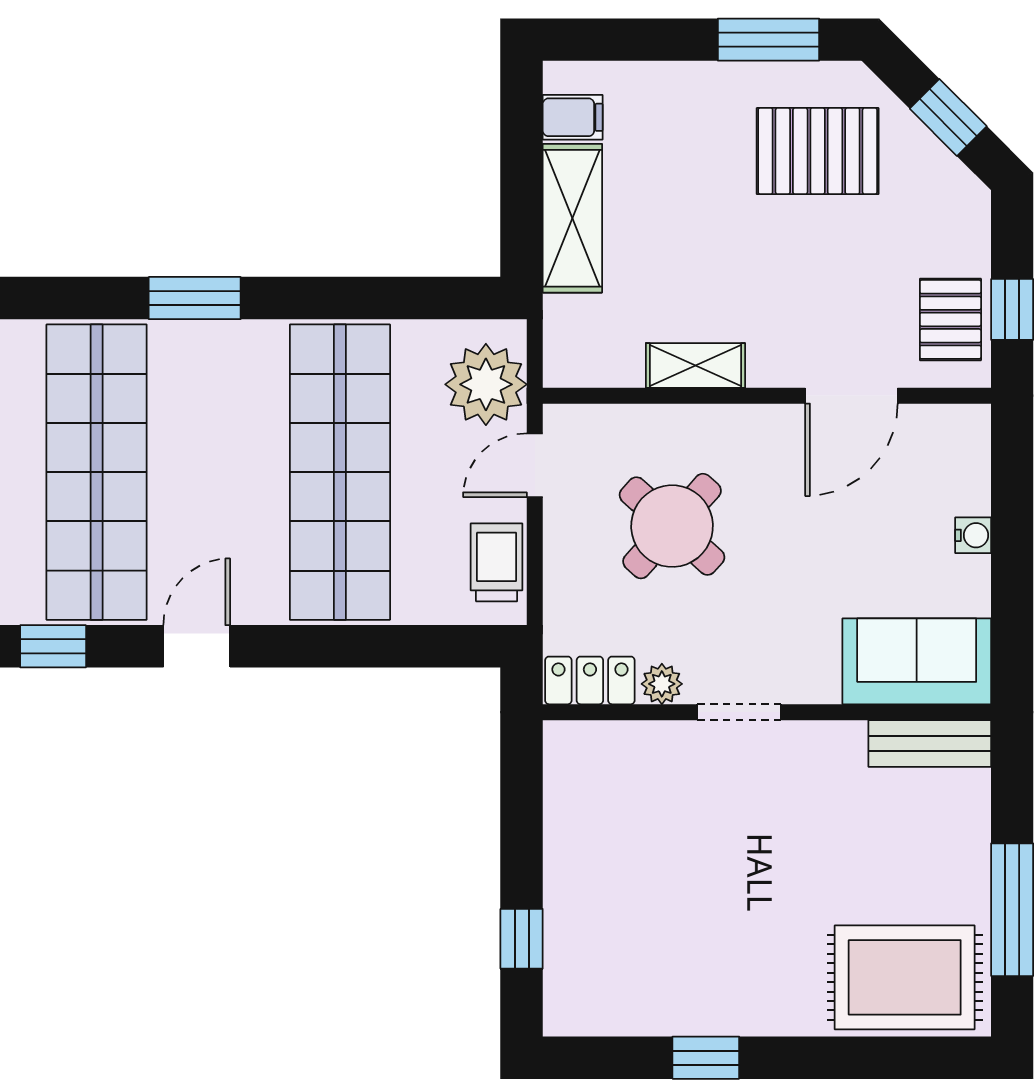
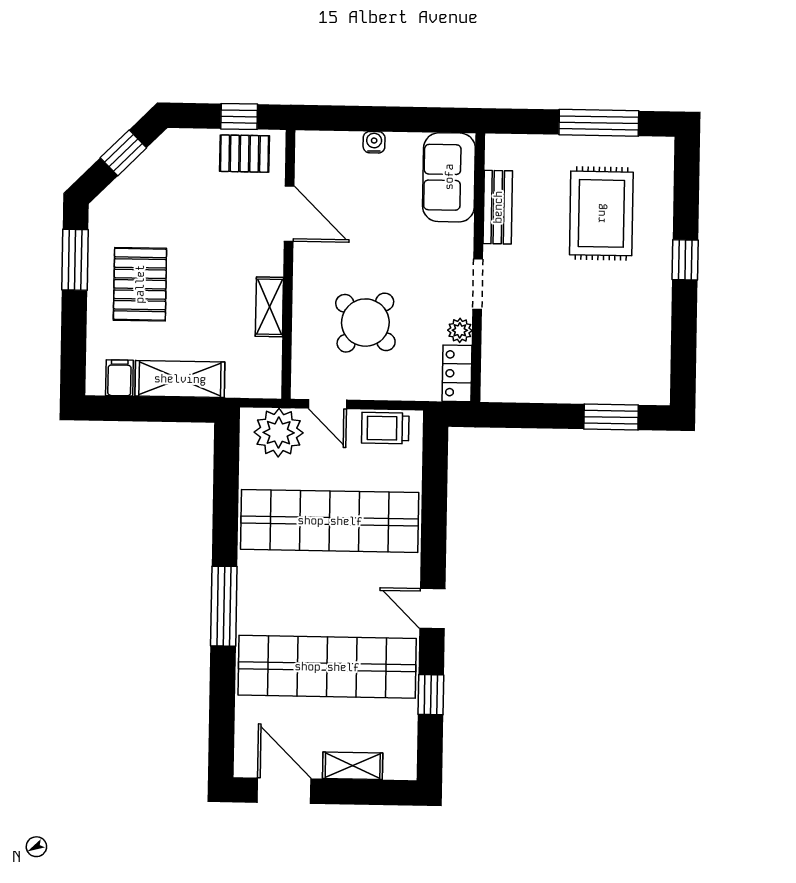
pallet: (818, 151) -> (140, 284), moved
window: (195, 298) -> (224, 606), width x1.44
bench: (930, 743) -> (498, 207), moved
window: (522, 939) -> (611, 417), width x1.50
rug: (905, 977) -> (601, 213), moved
window: (706, 1058) -> (685, 260), moved

